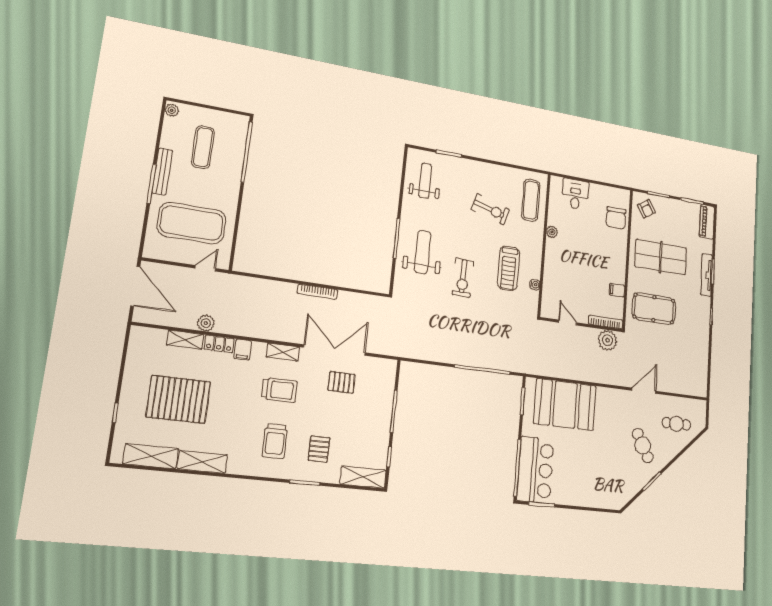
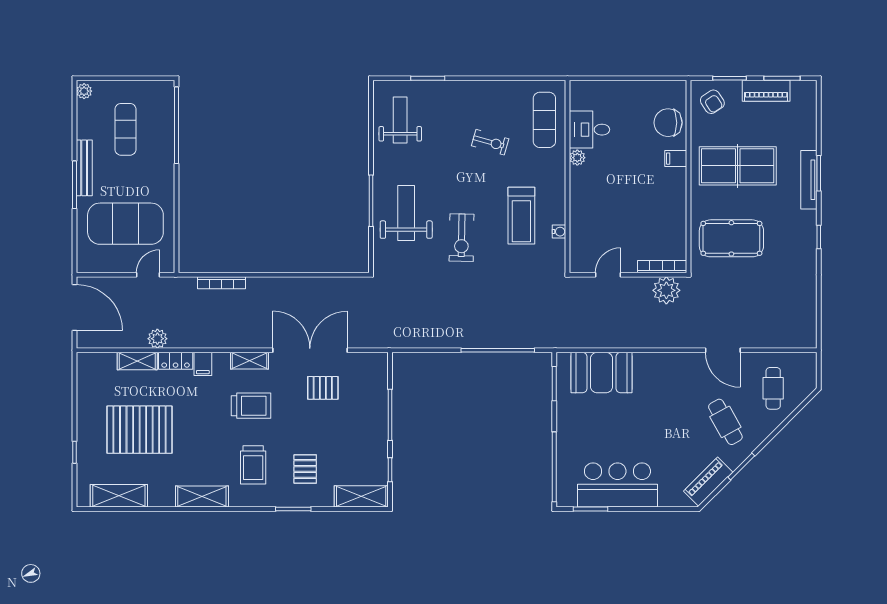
desk: (575, 194) -> (589, 130), moved, turned -90
exercise bike: (490, 209) -> (490, 142), width x0.73, depth x0.72
chair: (616, 218) -> (668, 123), turned 90
piano: (707, 222) -> (766, 91), moved, turned -90
filing cabinet: (617, 290) -> (676, 159), moved
bookcase: (318, 292) -> (222, 283), moved
door: (567, 322) -> (608, 275), hinge flipped
door: (644, 391) -> (723, 350), swing flipped
booth: (565, 405) -> (602, 373), width x0.73, depth x0.70
cafe table: (676, 424) -> (773, 388), turned 90
shelving: (202, 462) -> (202, 497), moved
bar counter: (535, 470) -> (617, 485), moved, turned -90
piano: (628, 491) -> (708, 482), added

